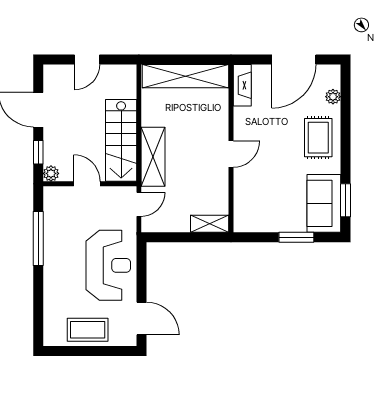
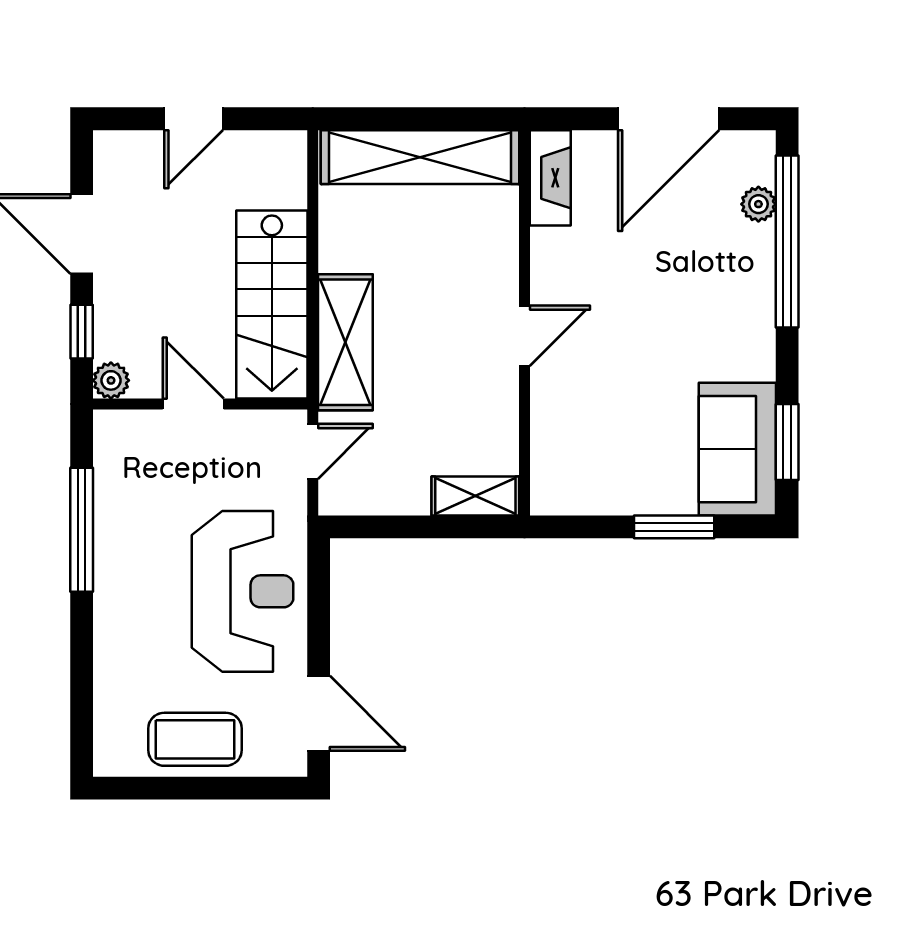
window: (345, 113) -> (787, 241), added
rug: (318, 138) -> (724, 298), removed

